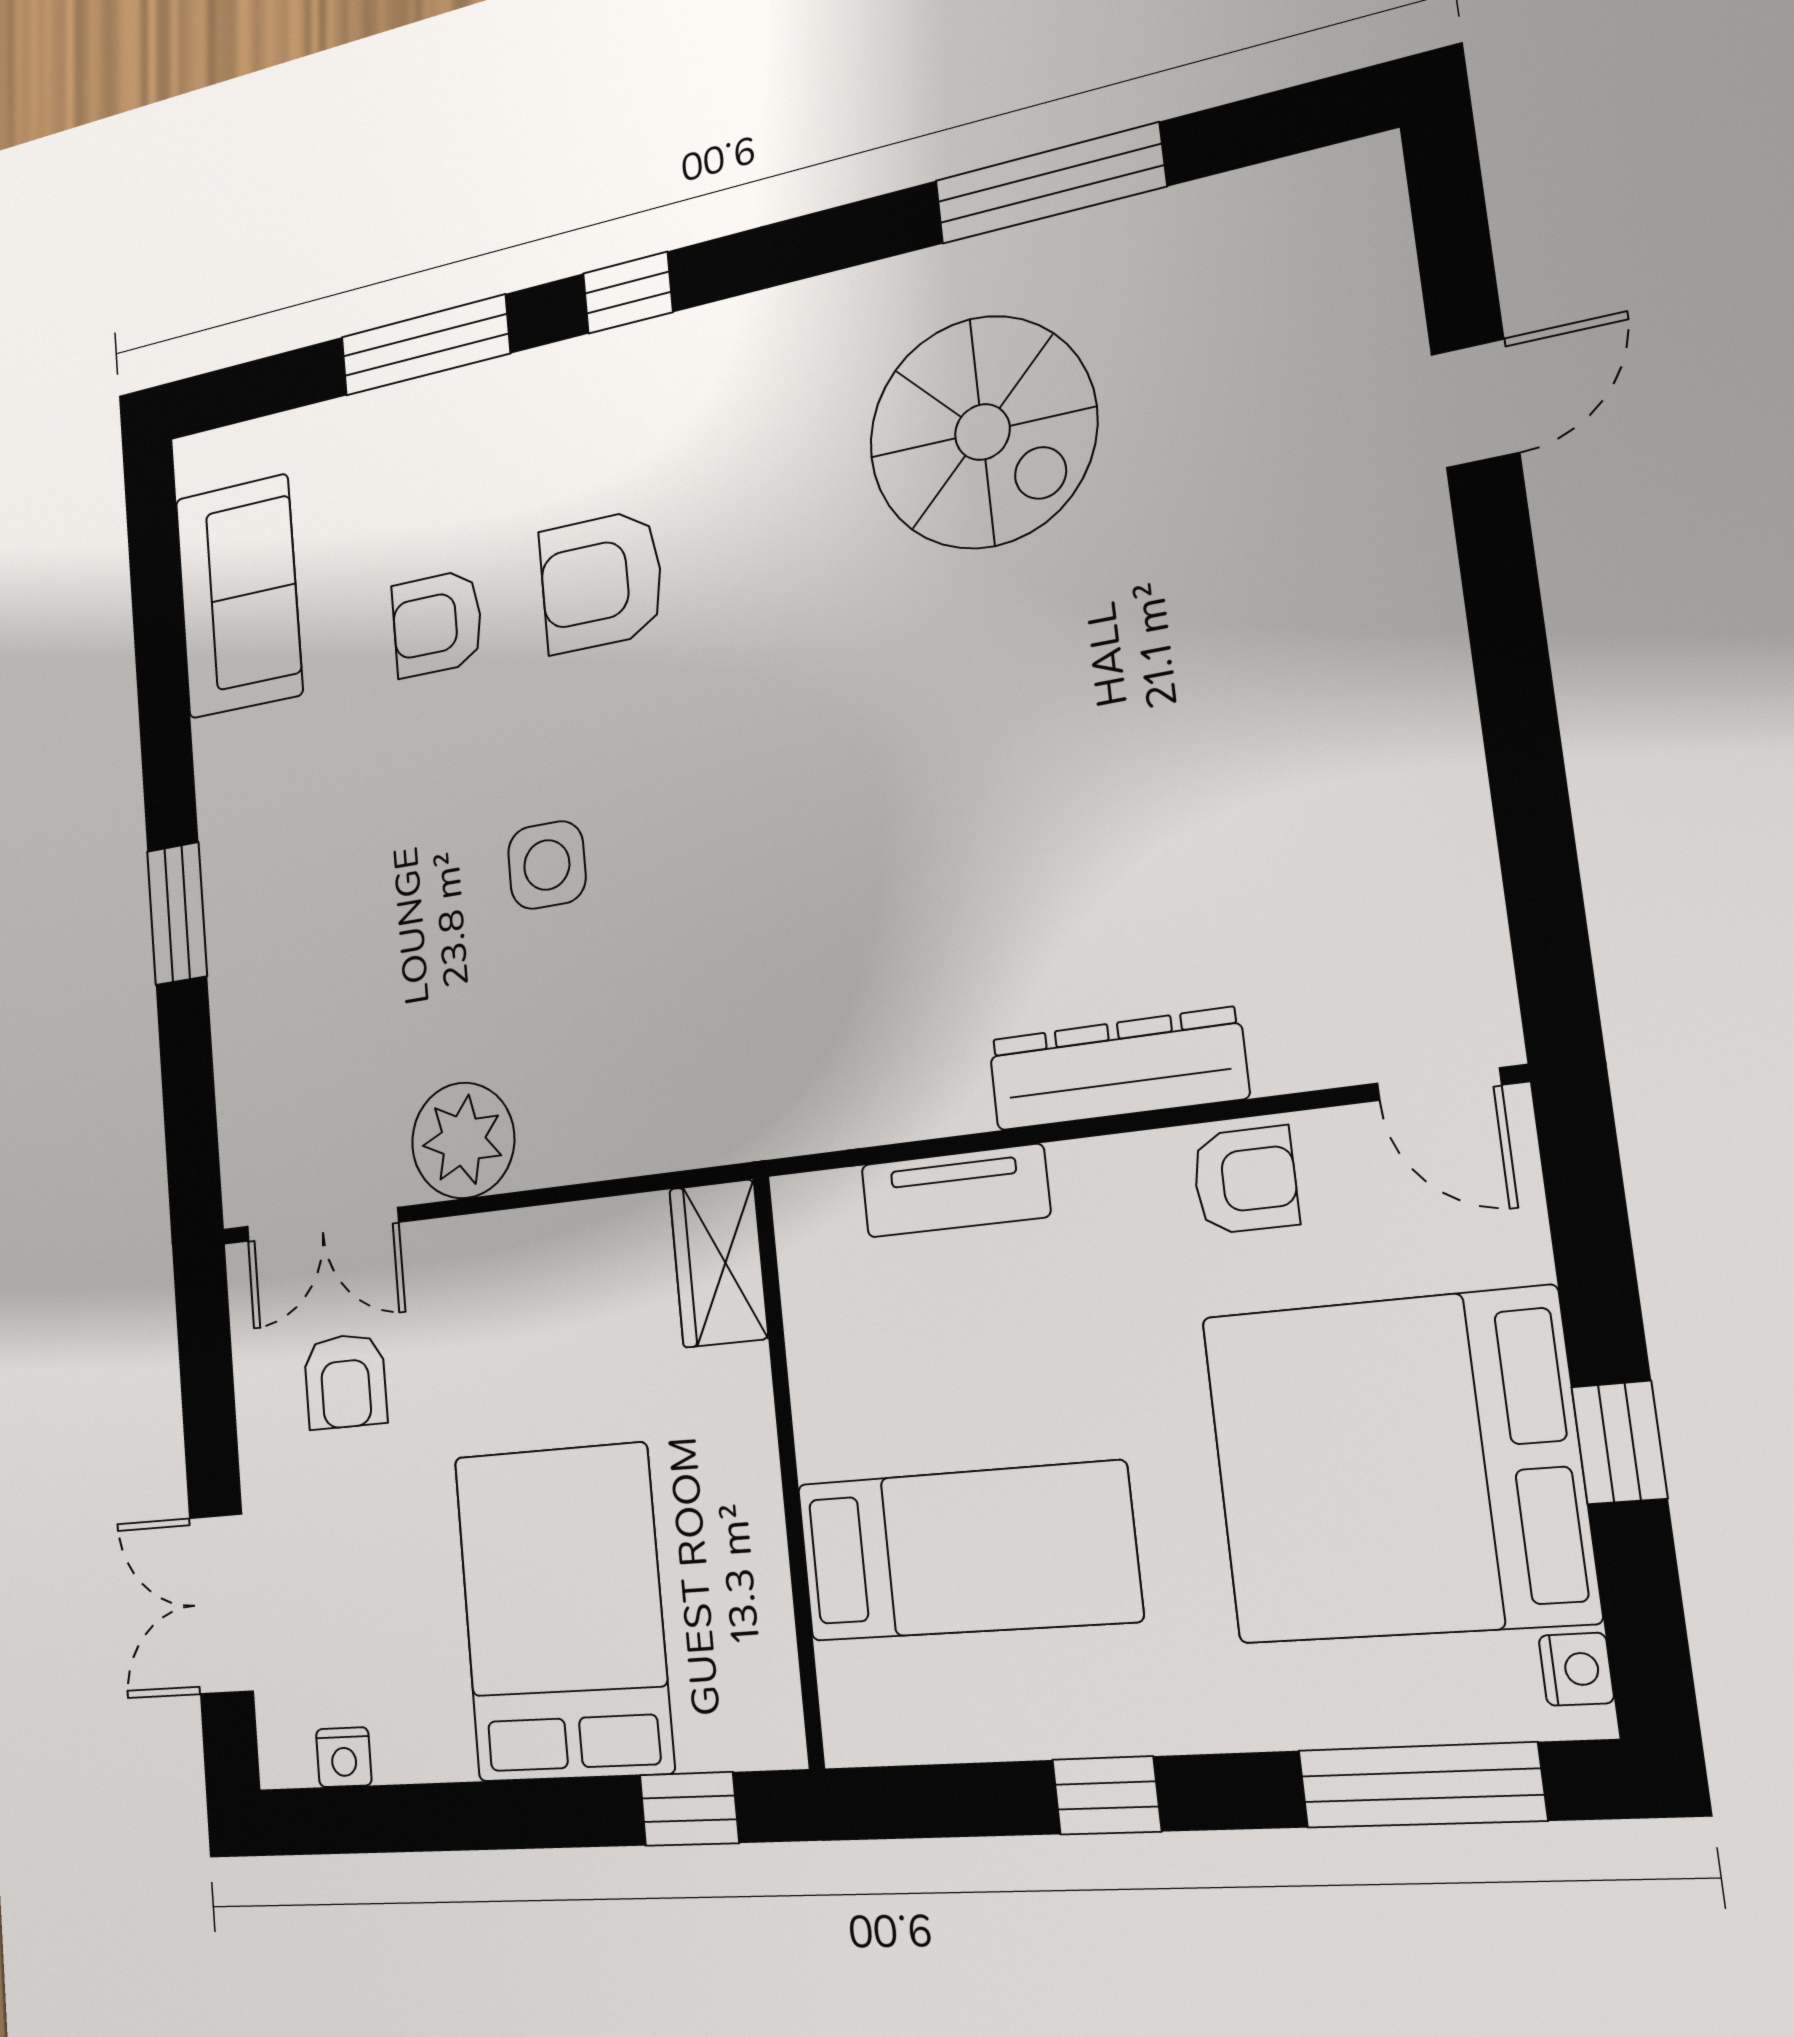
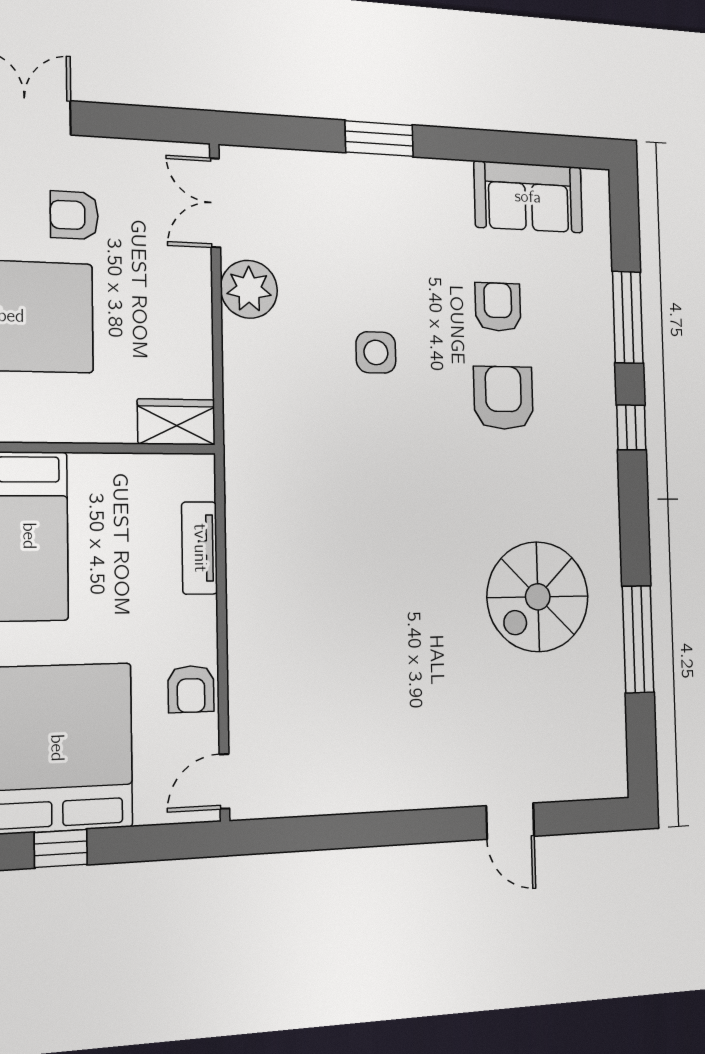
dresser: (1117, 1069) -> (247, 633), removed
armchair: (345, 1381) -> (74, 215), moved

